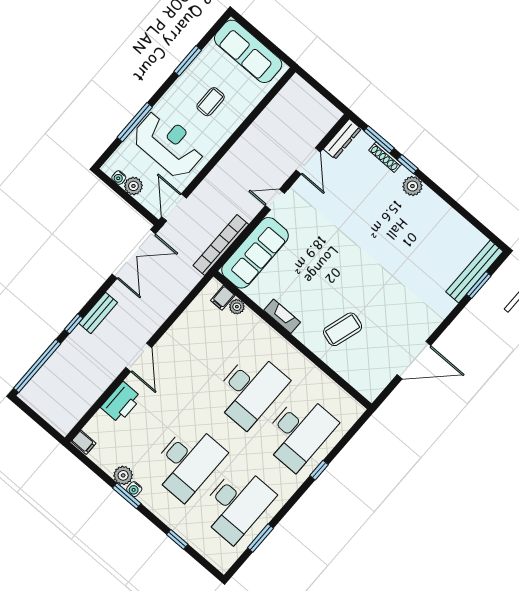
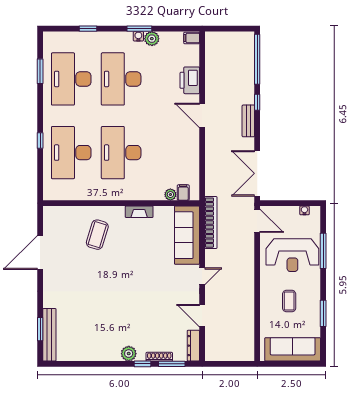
plant: (133, 186) -> (292, 213), removed

